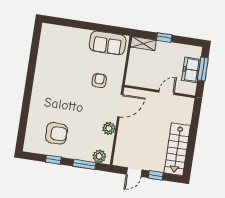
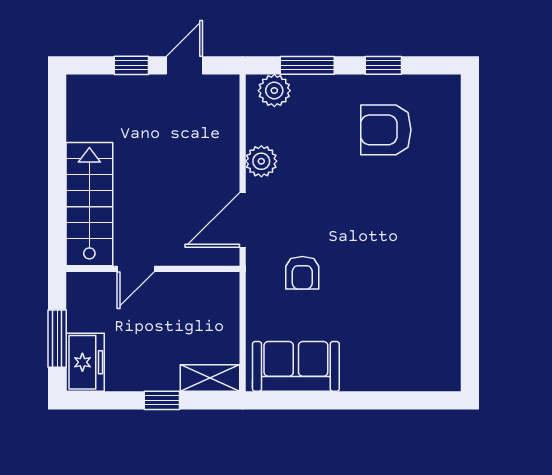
freezer: (191, 70) -> (85, 362), moved
stairs: (177, 149) -> (89, 204), moved

